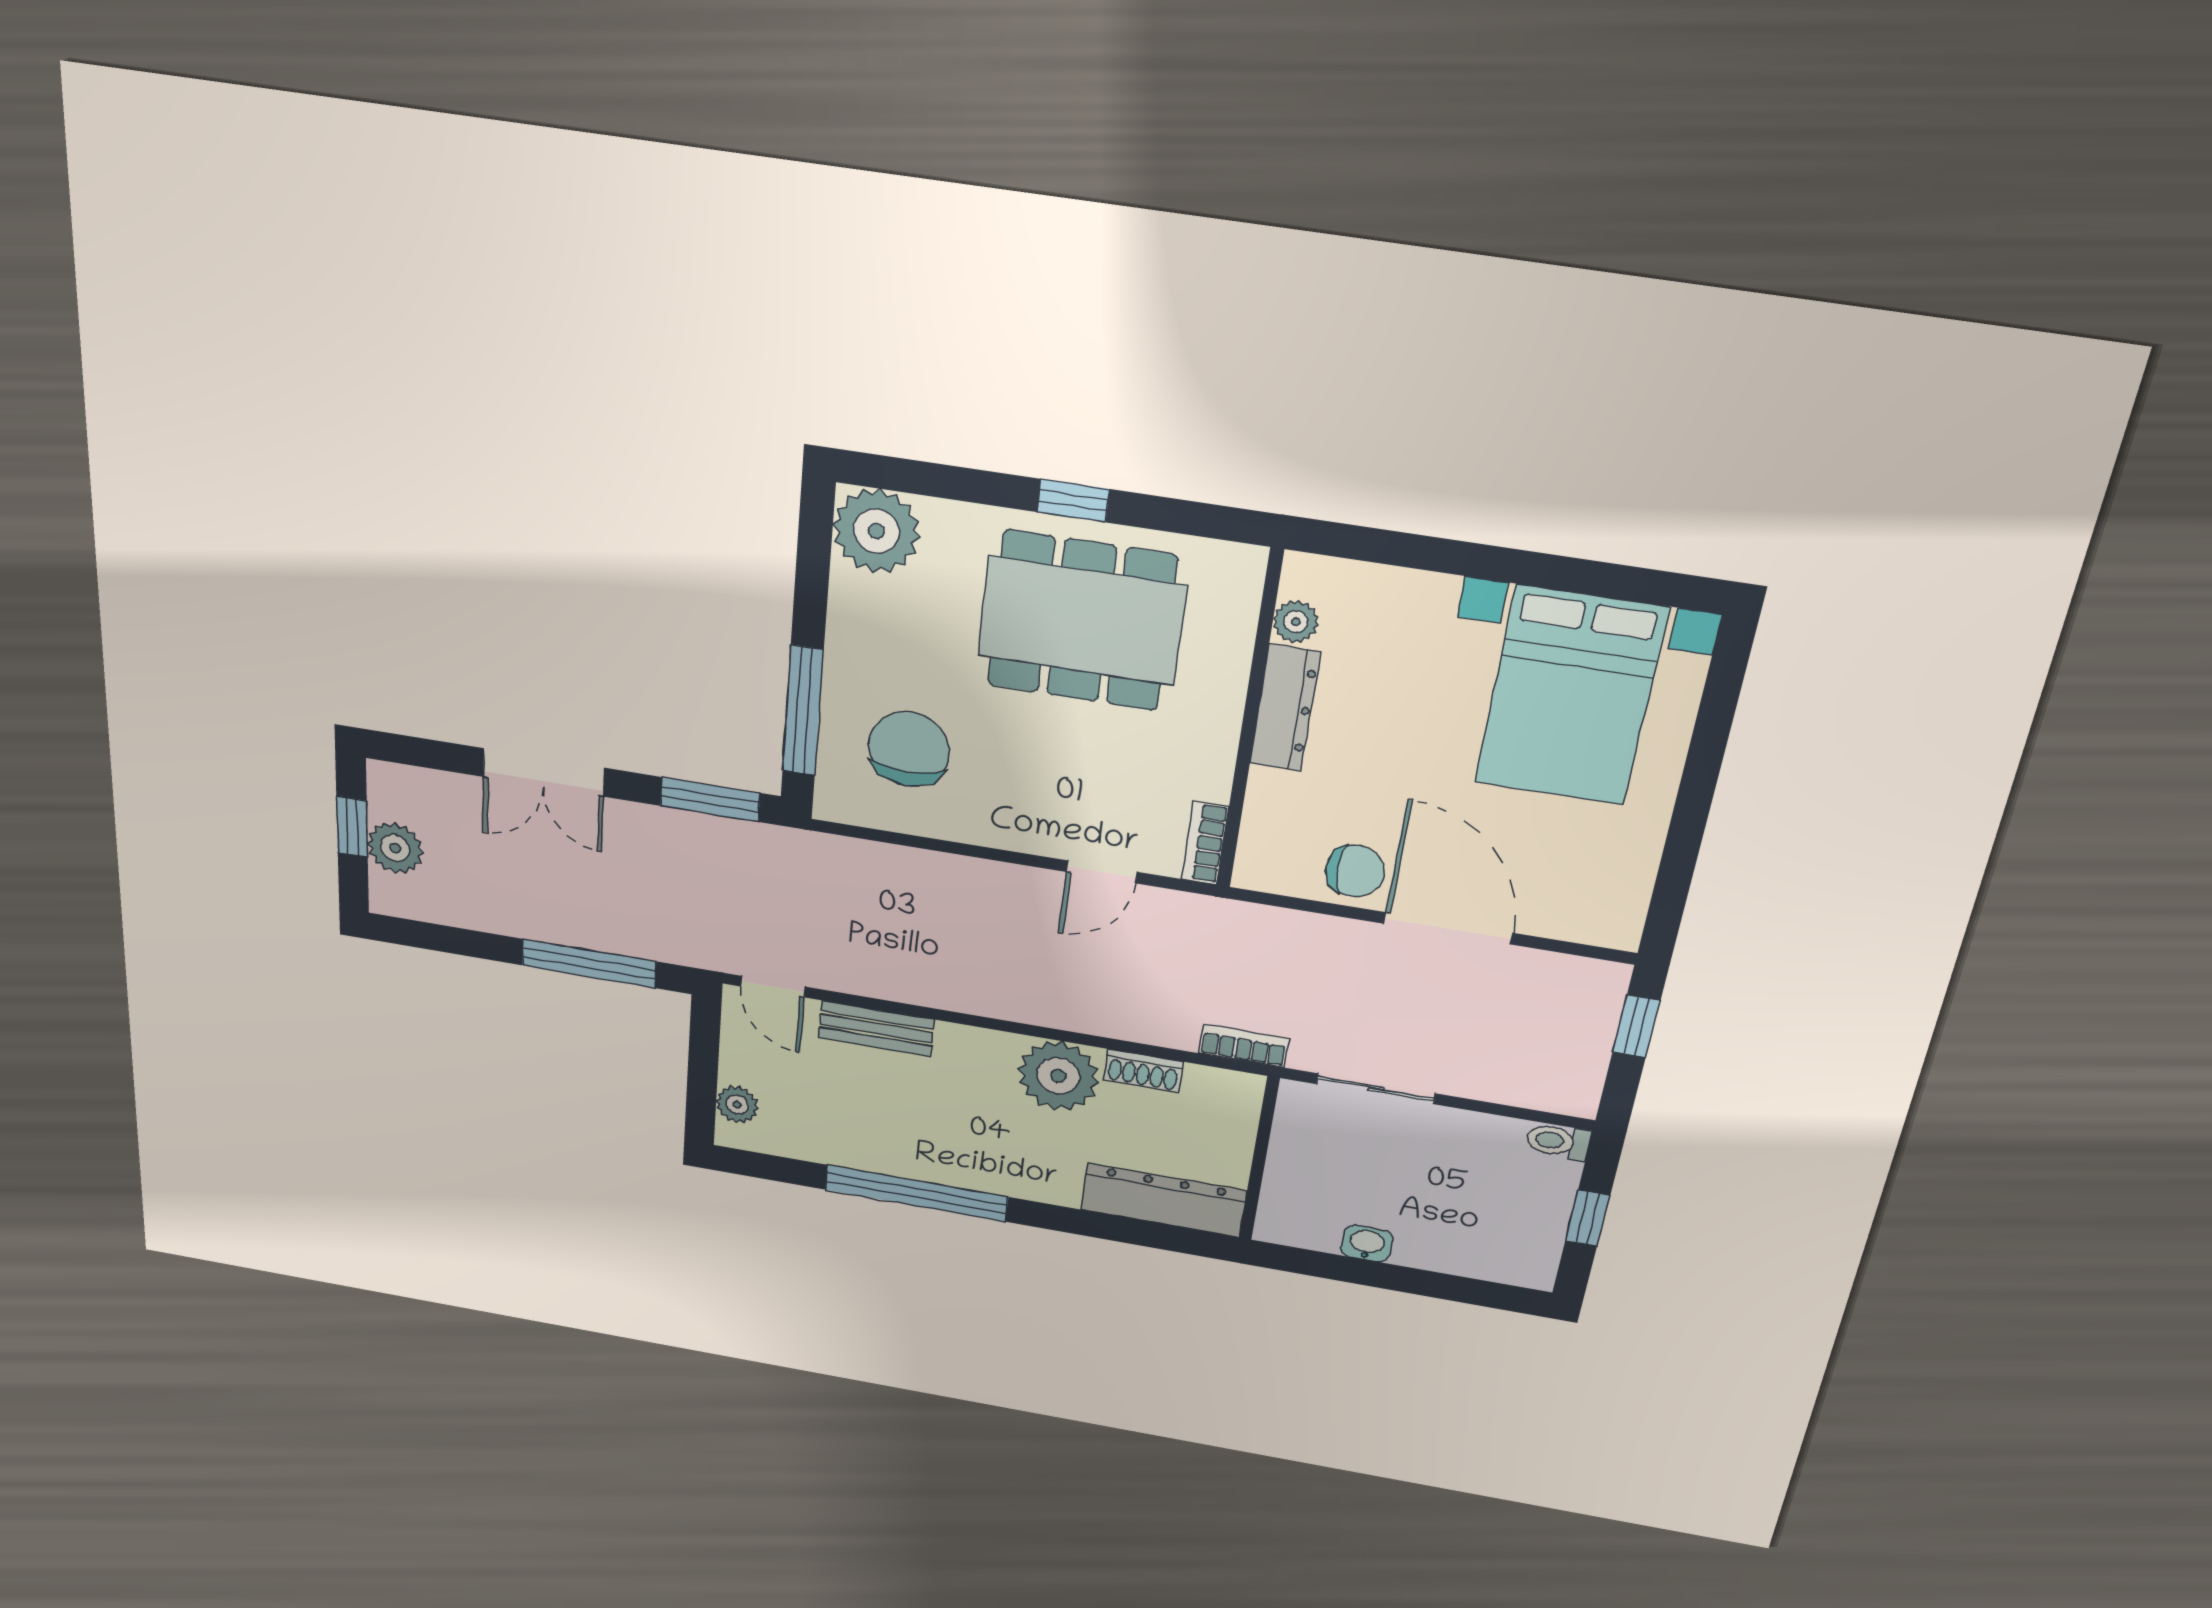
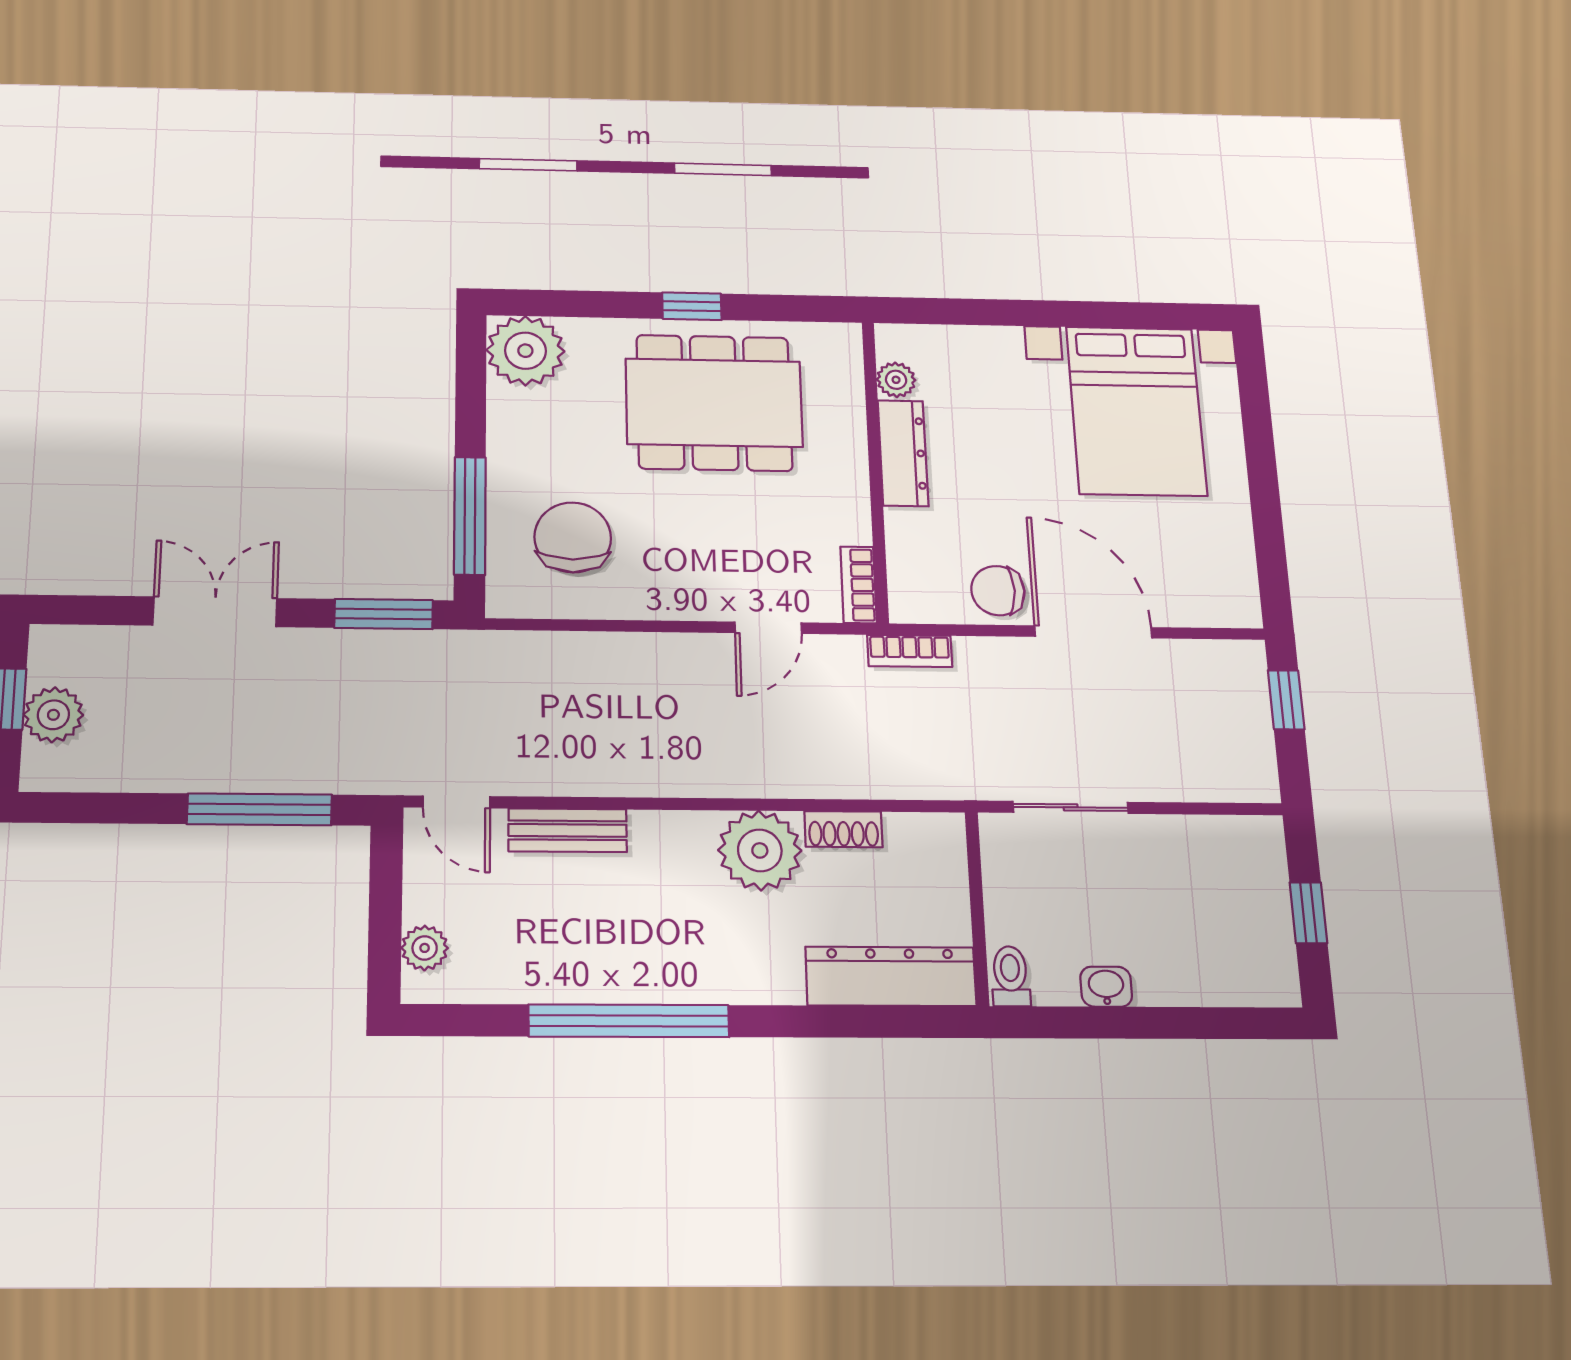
double door: (543, 772) -> (215, 612), swing flipped
chair: (1355, 871) -> (998, 591), turned 180
bookcase: (1244, 1046) -> (910, 651), moved, turned 180
toilet: (1558, 1141) -> (1010, 976), moved, turned 90

